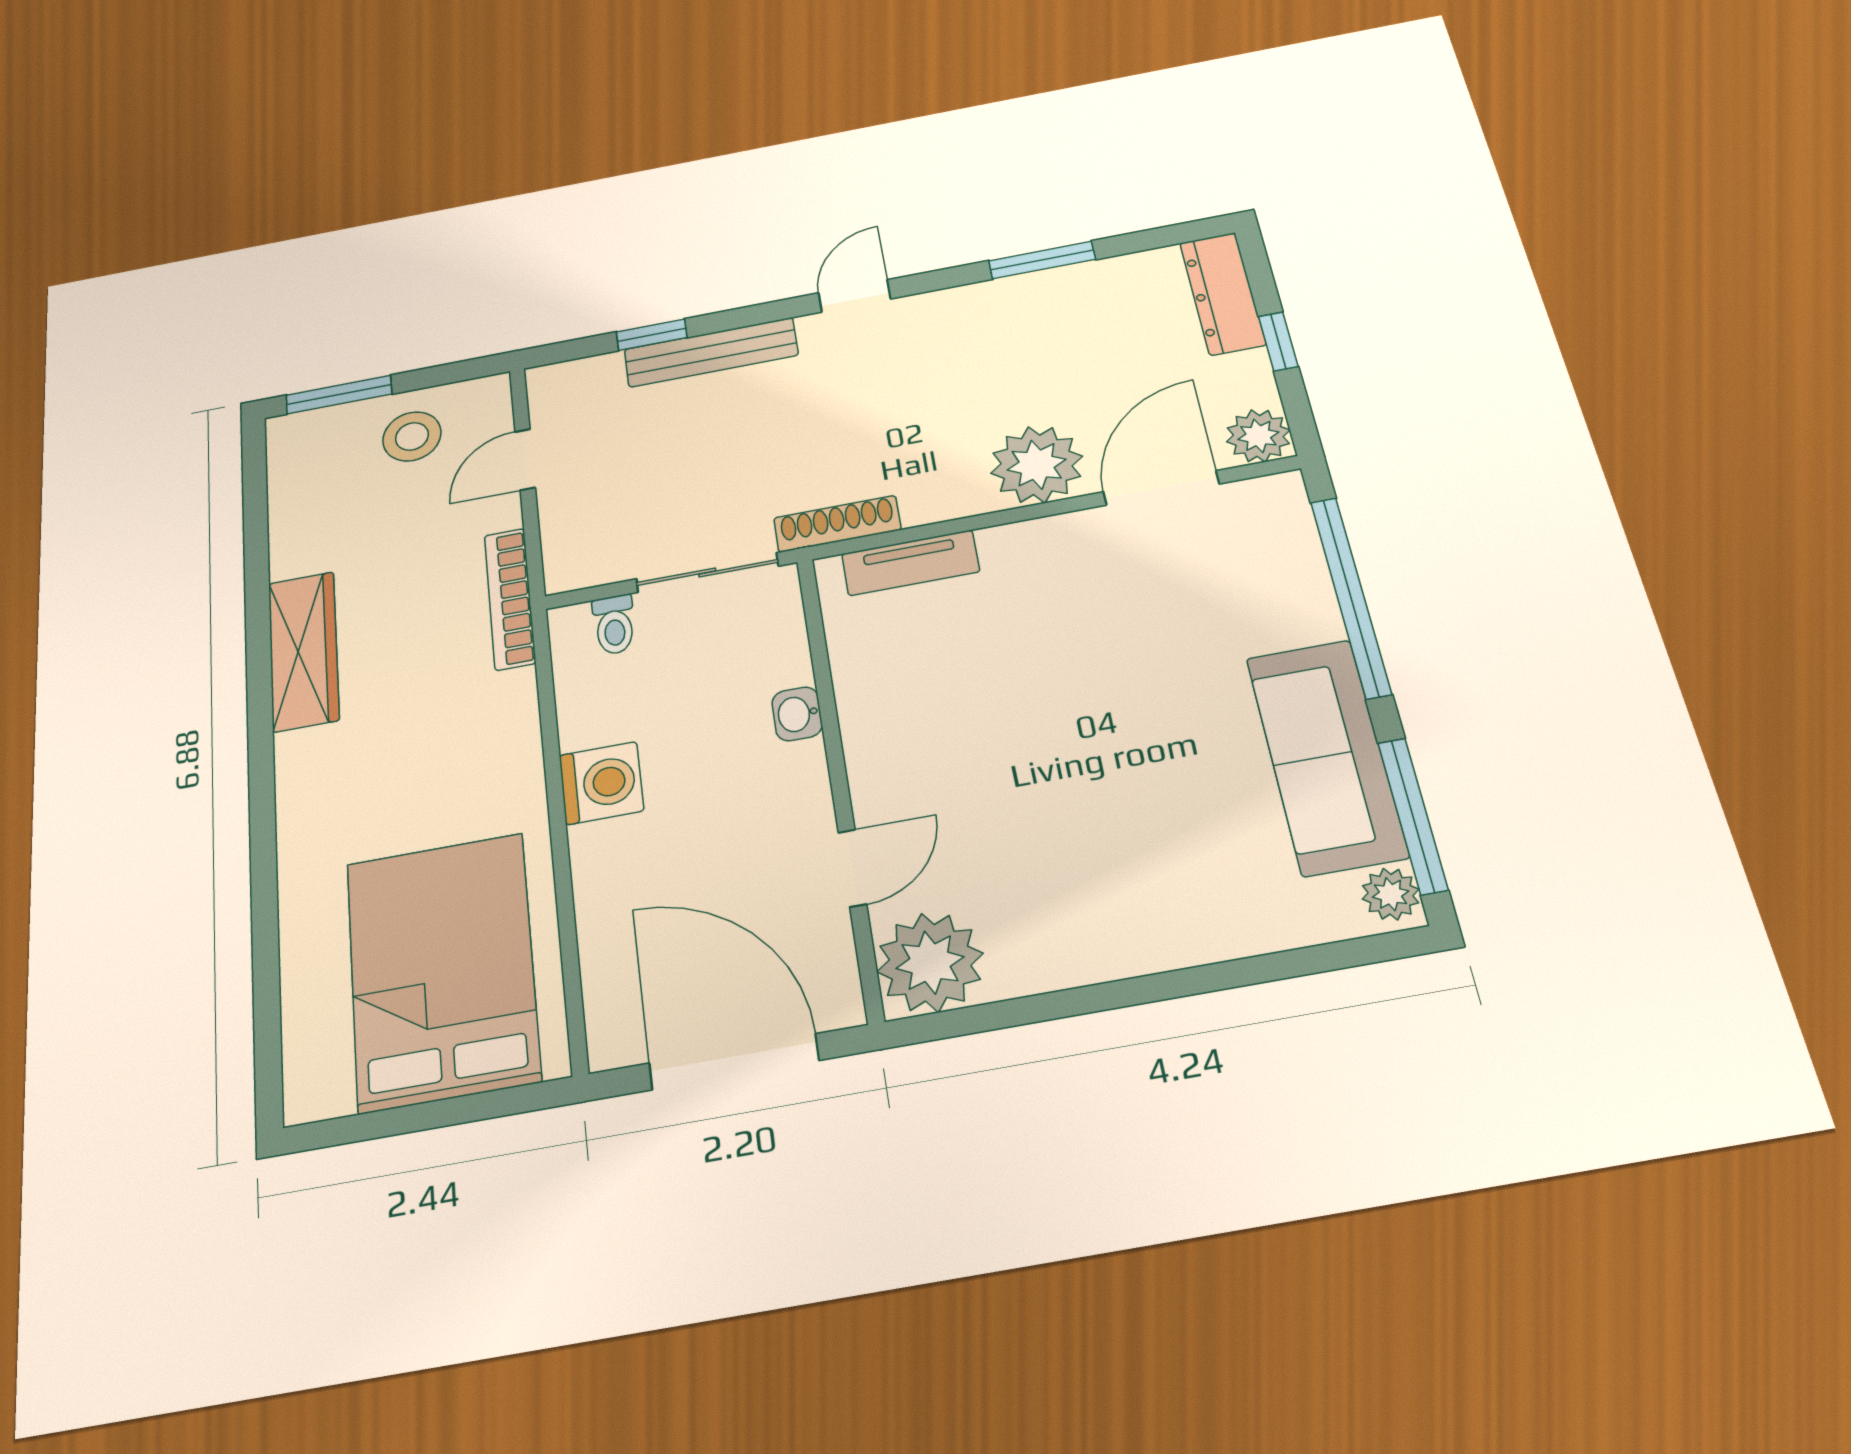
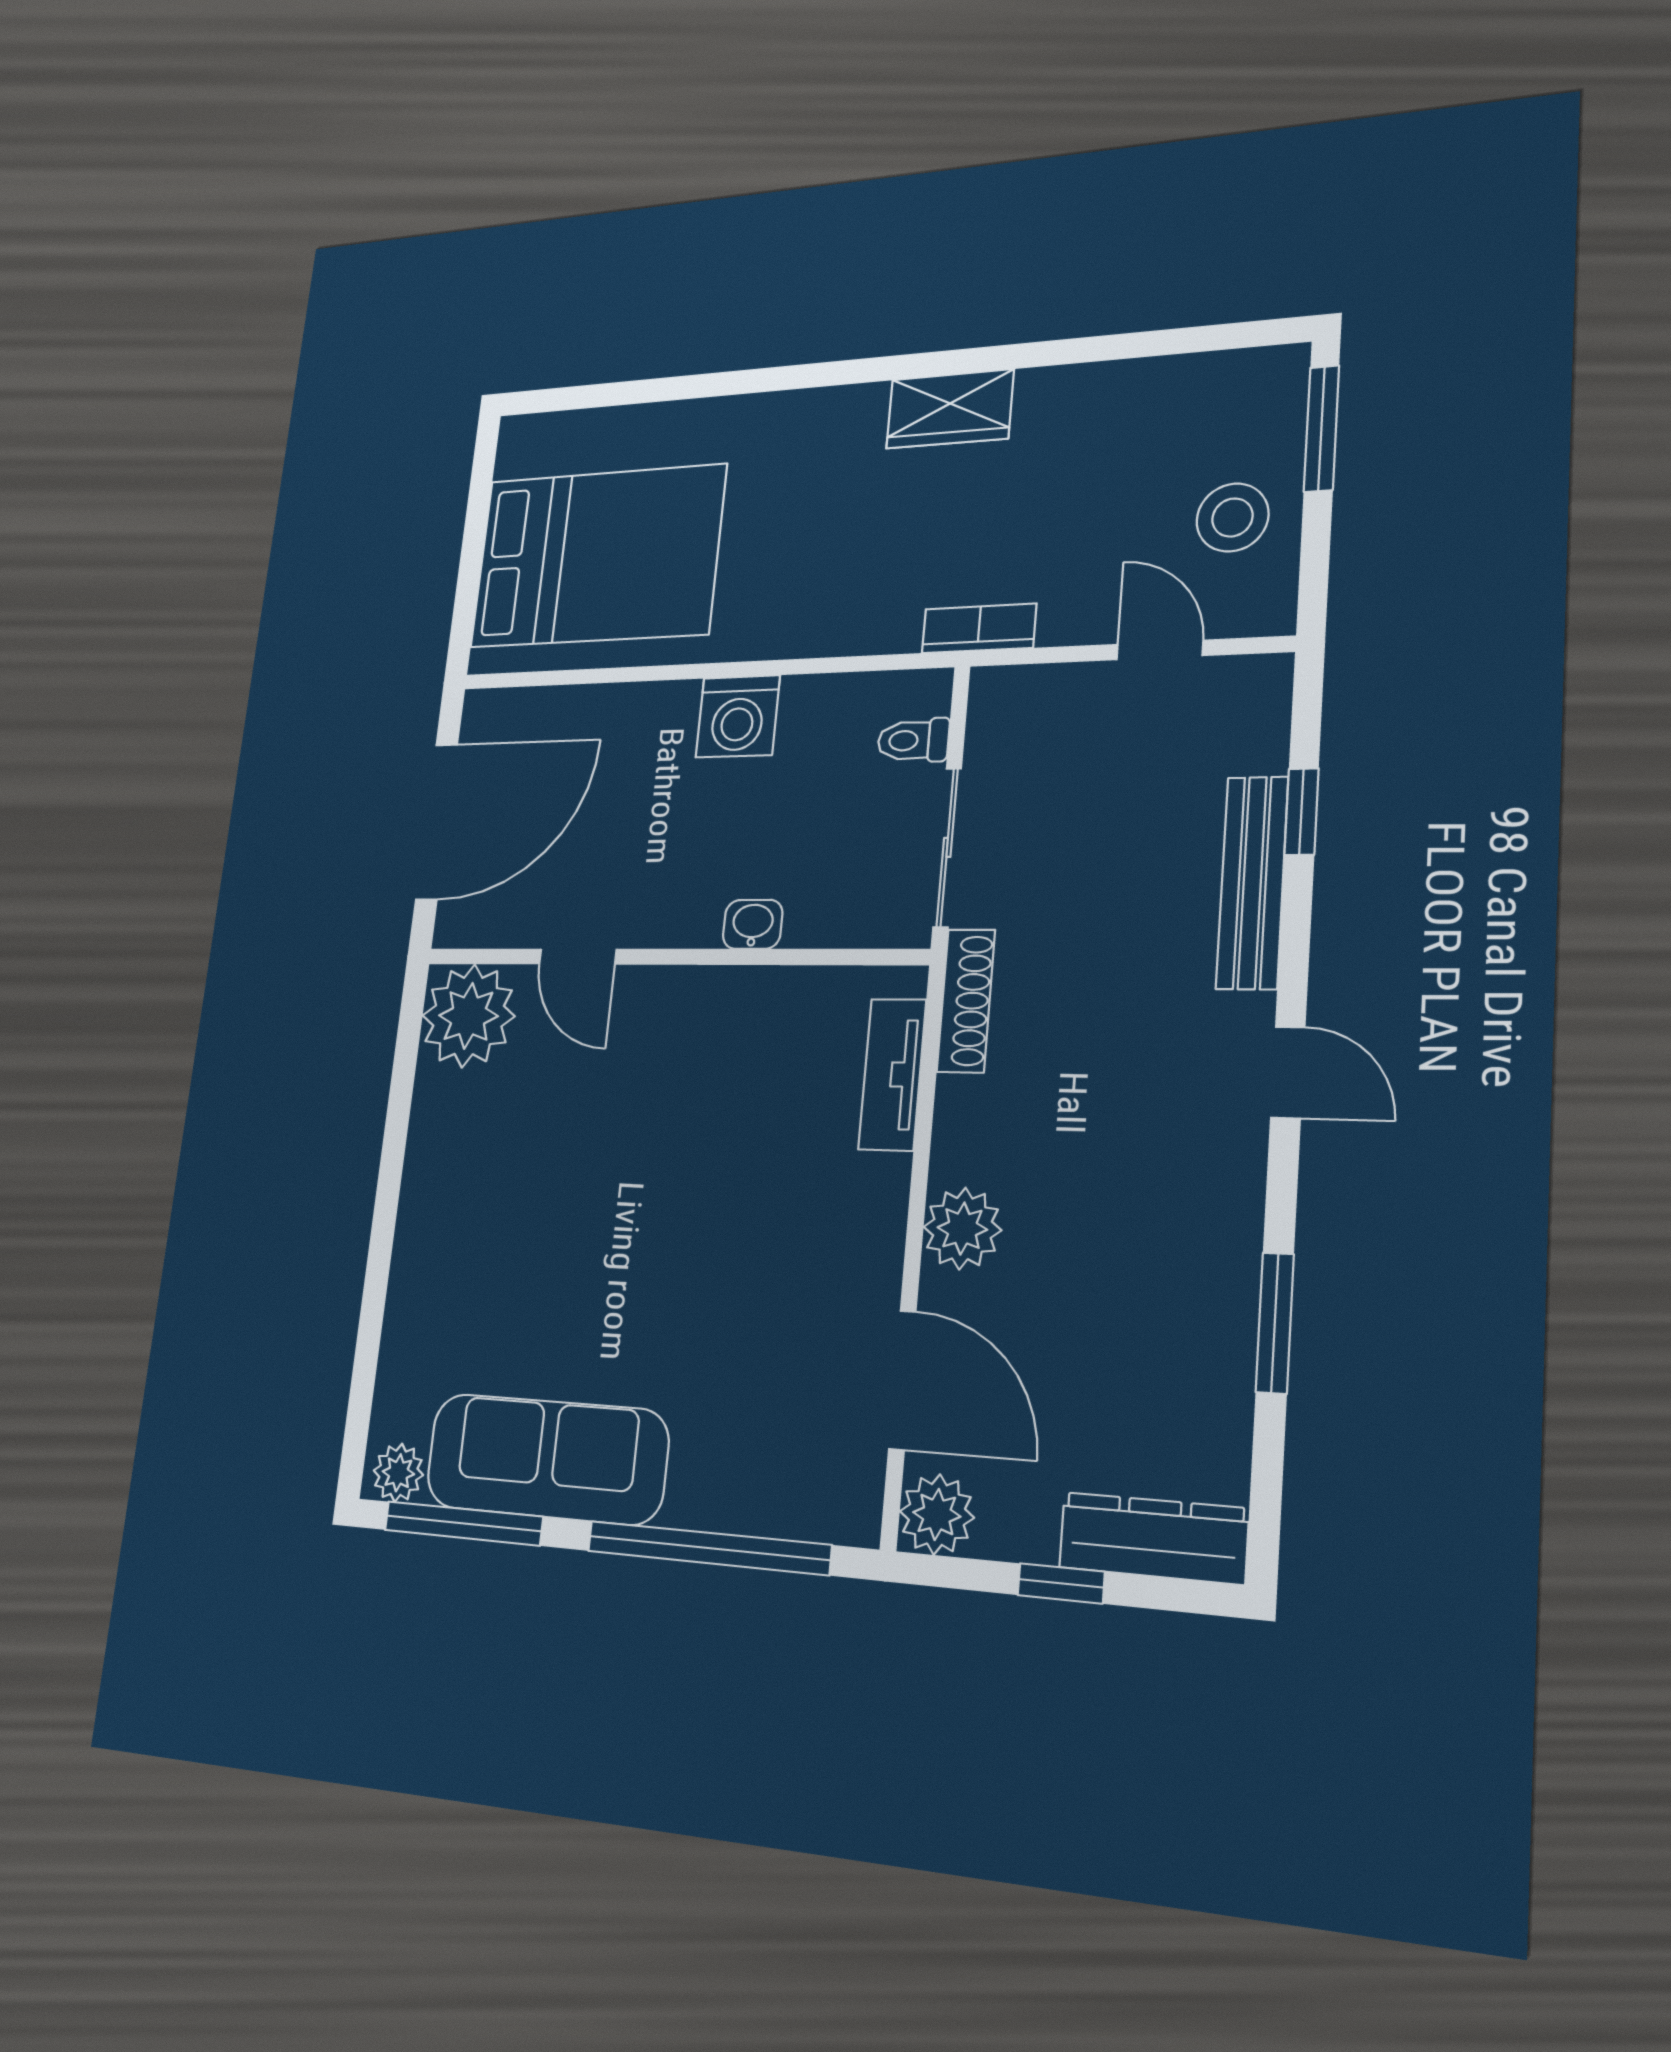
plant: (1037, 465) -> (962, 1229), width x0.73, depth x0.73
bookcase: (510, 599) -> (979, 628), width x0.64
wardrobe: (303, 651) -> (950, 409), width x0.67

